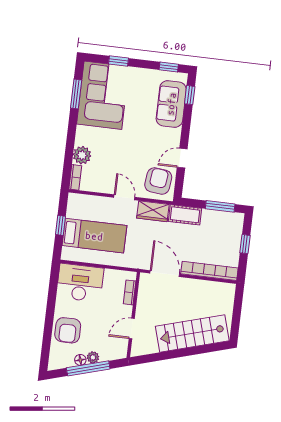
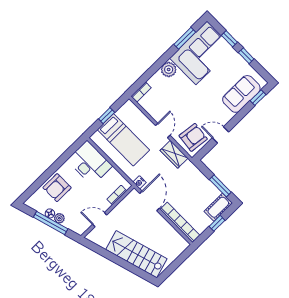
window: (169, 67) -> (246, 56), moved
plant: (82, 155) -> (169, 70), moved
cot: (185, 215) -> (218, 207), moved, turned 90
nightstand: (141, 264) -> (139, 182), added

